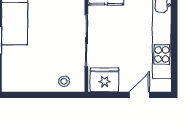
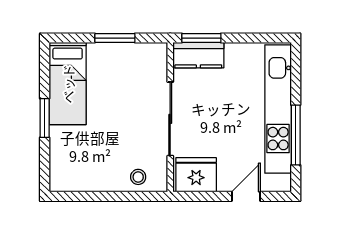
window: (174, 52) -> (296, 135), added

